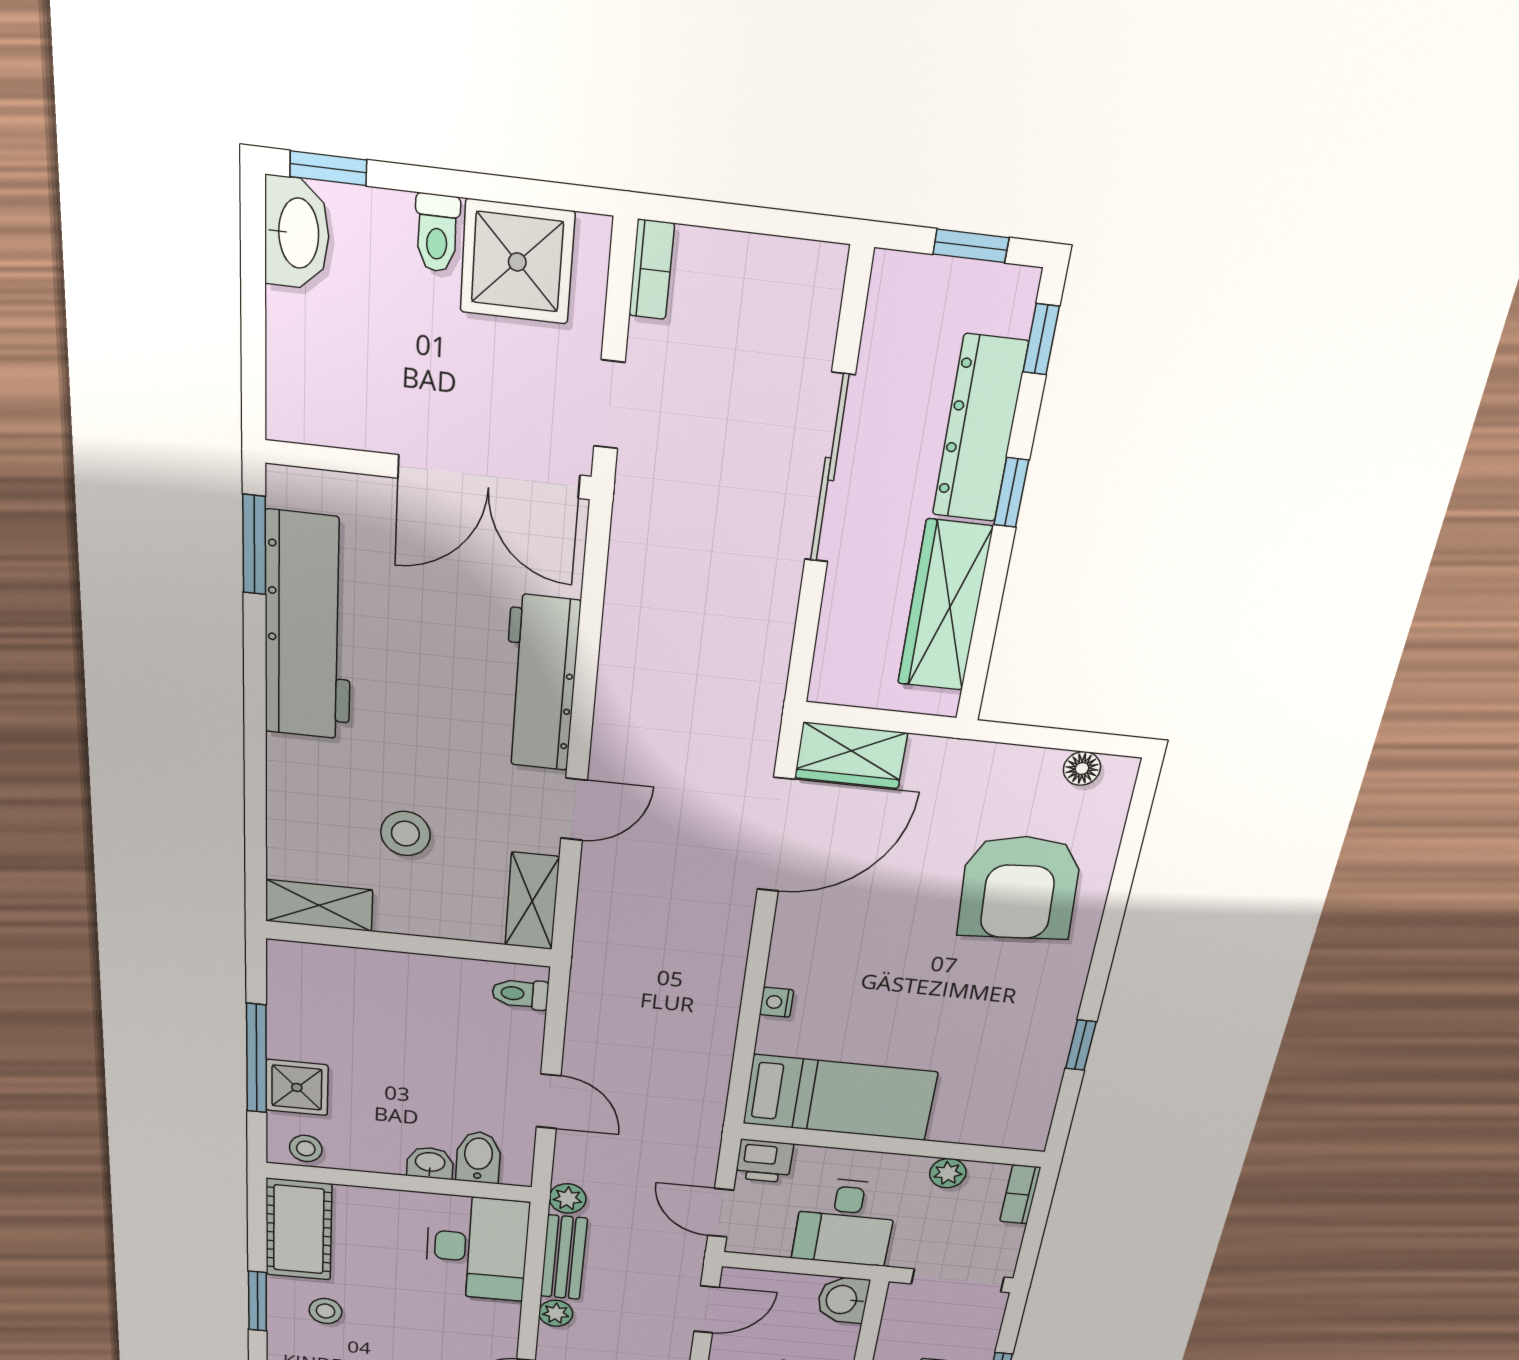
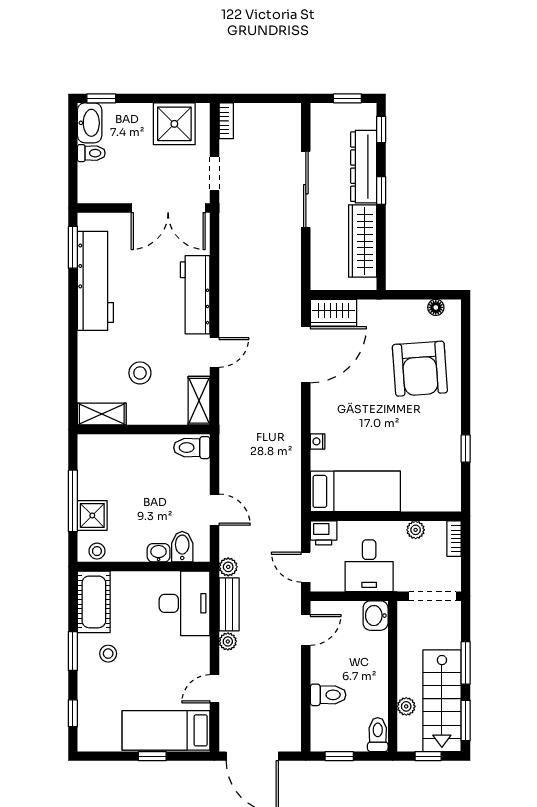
toilet: (437, 233) -> (91, 153), moved, turned -90
toilet: (520, 994) -> (192, 448), width x1.37, depth x1.39

